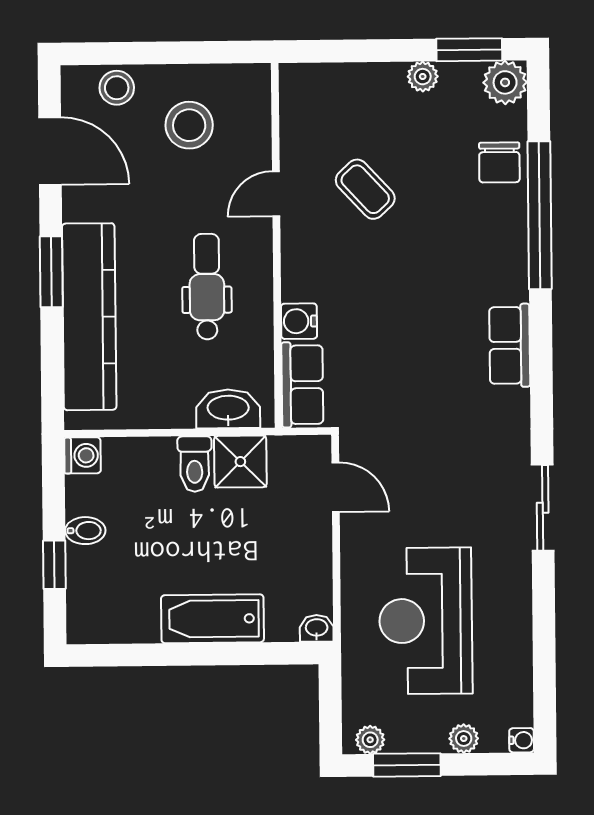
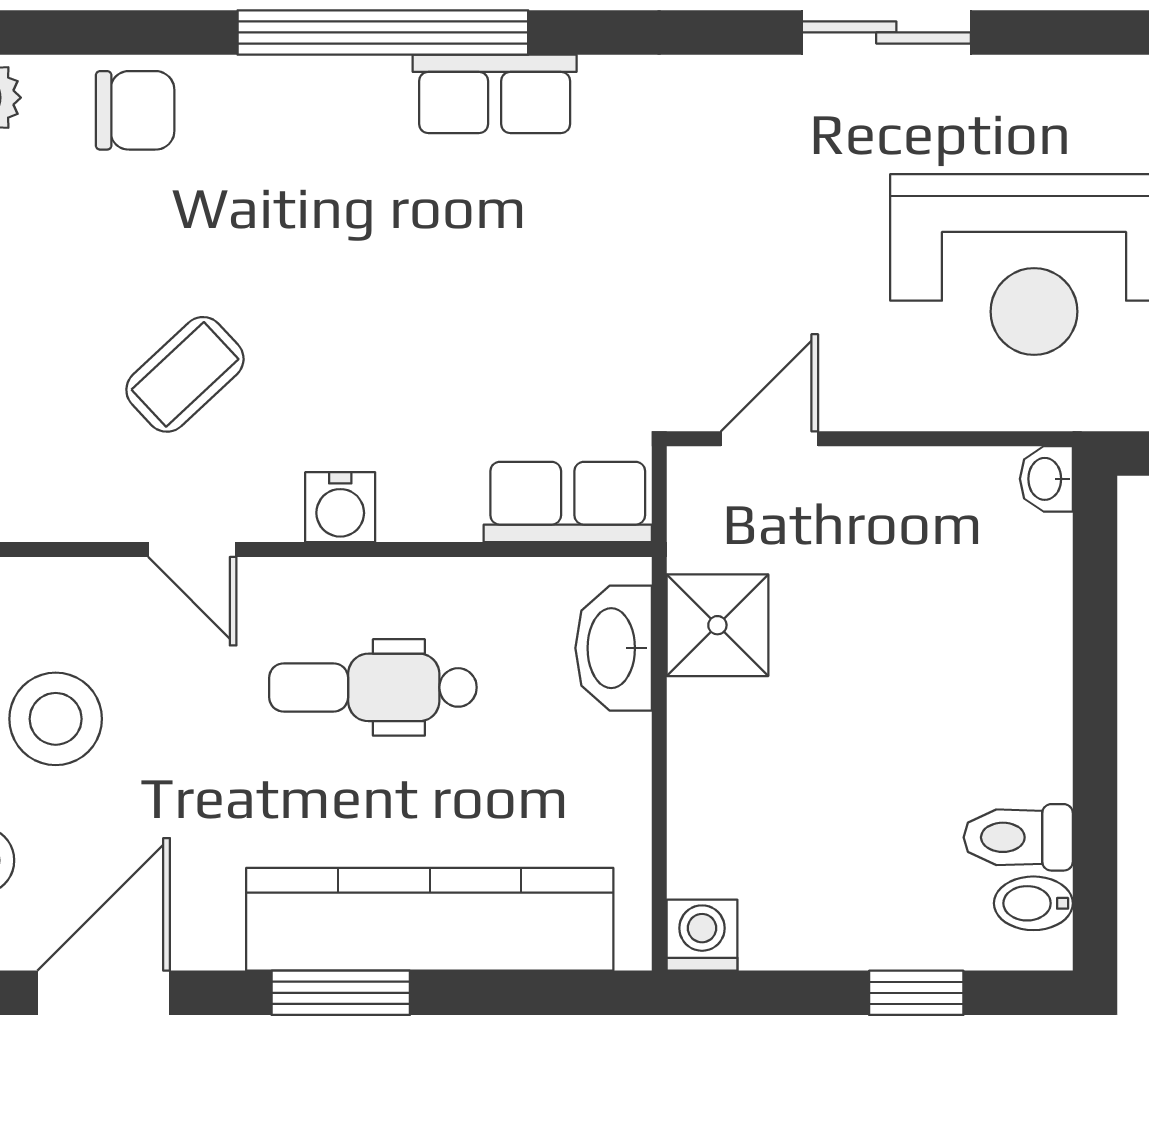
window: (540, 215) -> (383, 32), moved
water cooler: (299, 321) -> (340, 507), moved
toilet: (195, 464) -> (1018, 837), moved, turned 180
sliding door: (543, 508) -> (886, 32), moved
bidet: (85, 531) -> (1033, 903), moved, turned -90
bathtub: (212, 619) -> (1026, 683), removed

